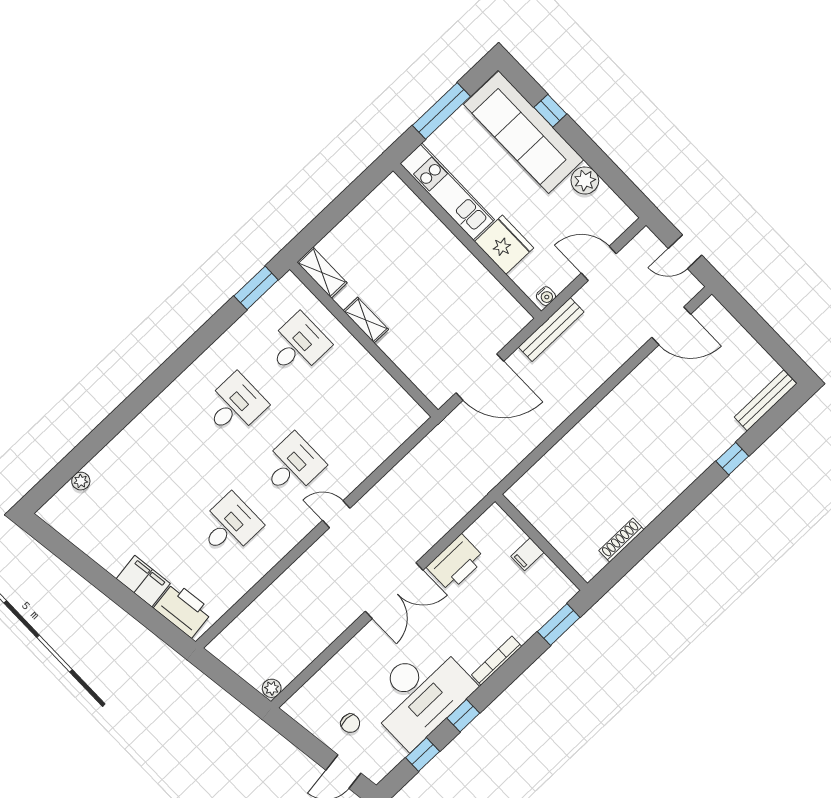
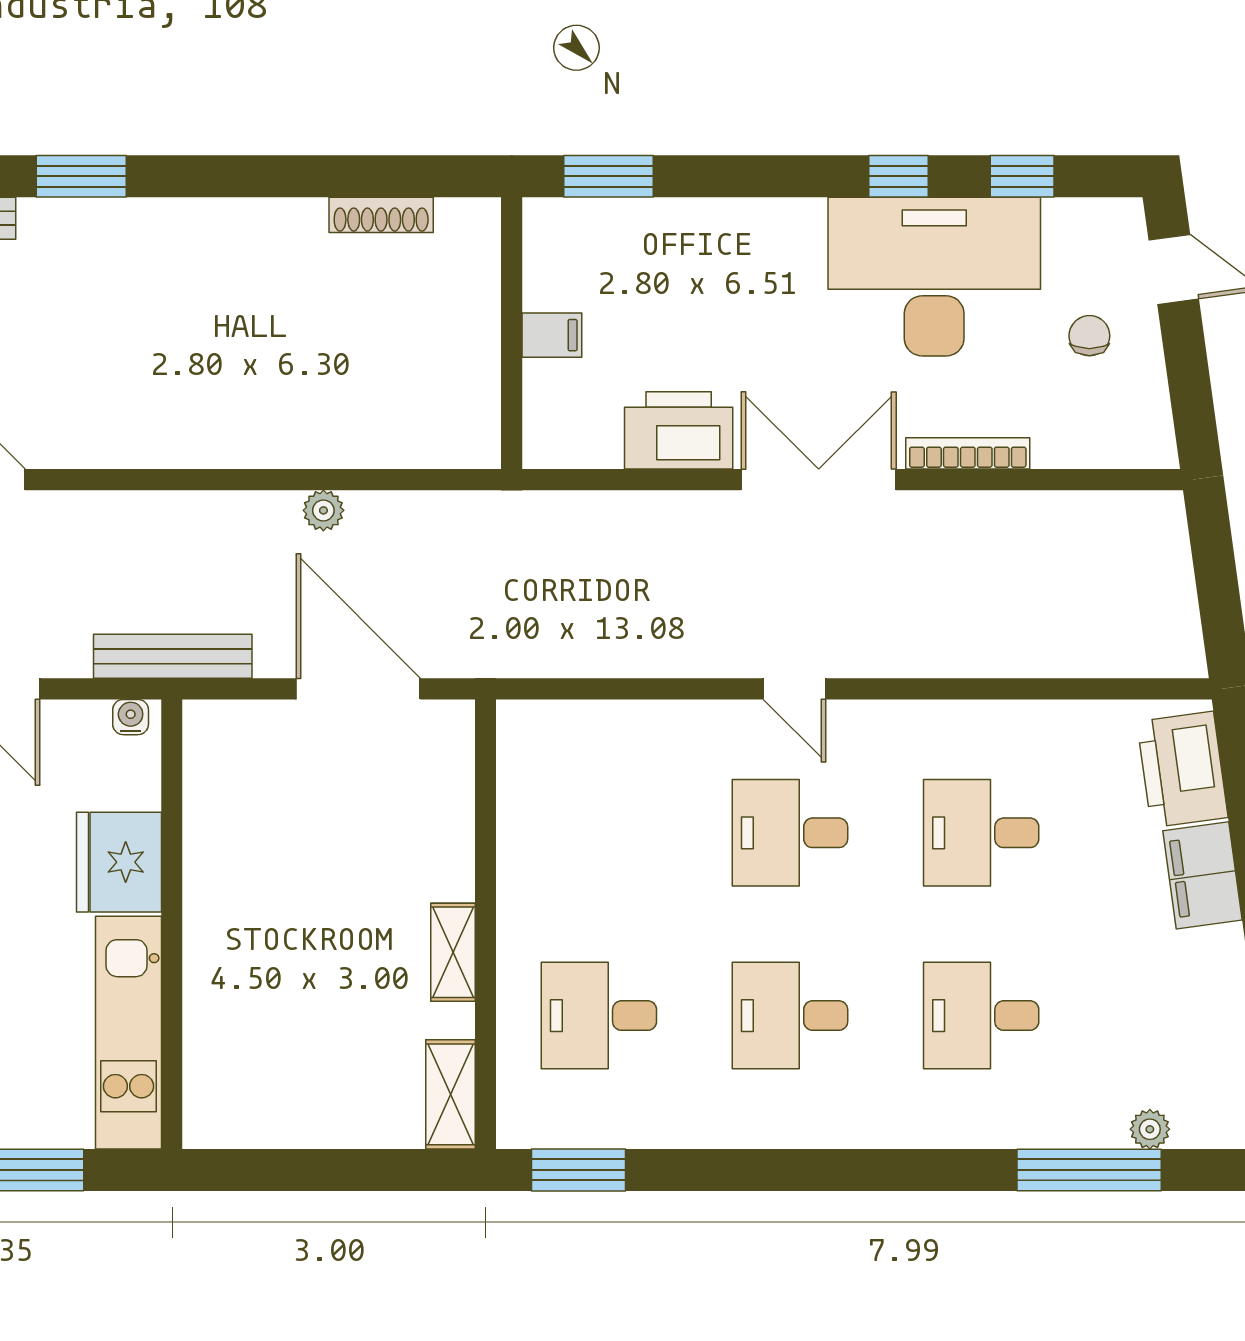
window: (88, 449) -> (1089, 1170), added
window: (732, 459) -> (81, 176), width x1.50
desk: (172, 465) -> (981, 1016), added
bookcase: (497, 661) -> (968, 453), moved, turned 180
plant: (272, 688) -> (323, 510), moved

